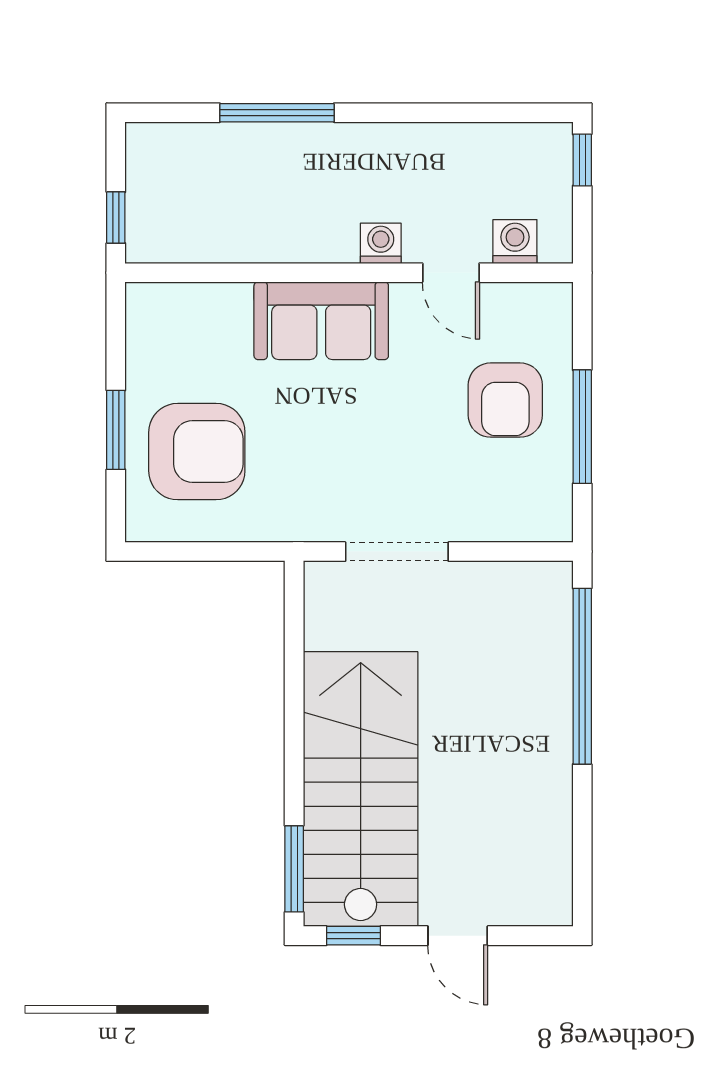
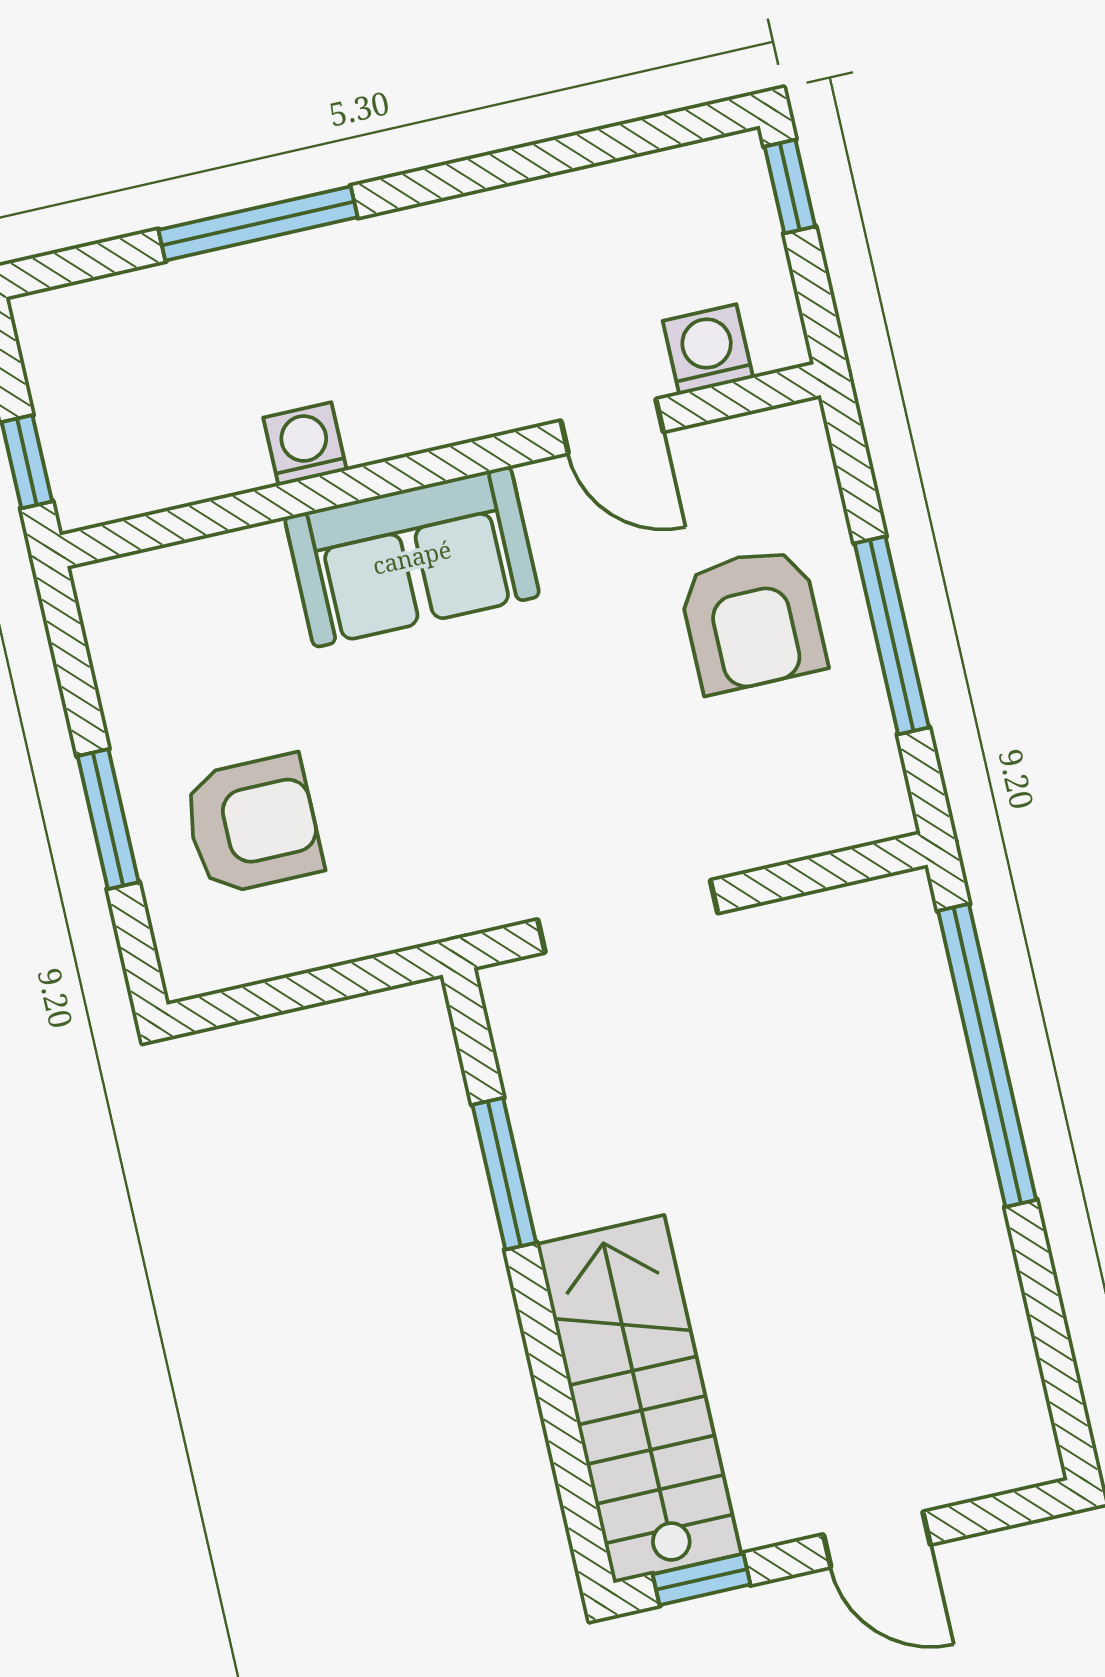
washing machine: (381, 243) -> (305, 444), moved
armchair: (197, 452) -> (253, 824), width x0.73, depth x0.73
stairs: (361, 789) -> (639, 1399), width x0.73, depth x0.66
window: (294, 869) -> (504, 1174), moved

